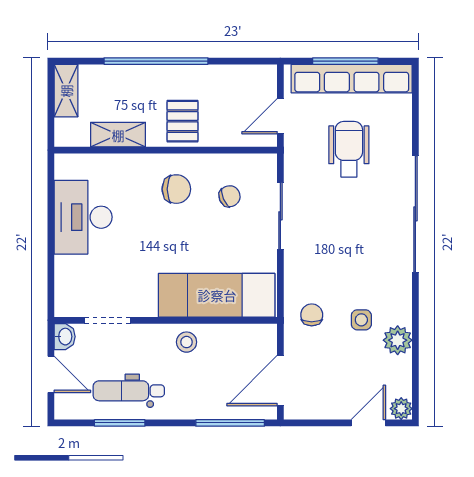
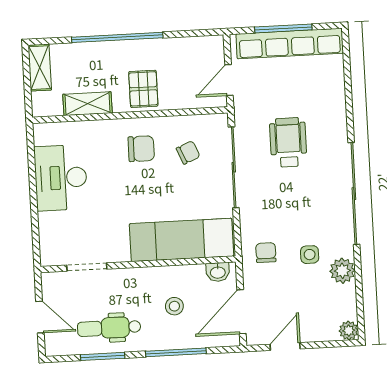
wheelchair: (349, 149) -> (288, 142), moved
sliding door: (415, 214) -> (354, 194), moved
sliding door: (280, 216) -> (234, 167), width x1.37
washbasin: (65, 337) -> (218, 272), moved, turned 90
stool: (187, 342) -> (174, 306), moved
window: (230, 423) -> (176, 352), moved
door: (368, 423) -> (285, 347), moved

